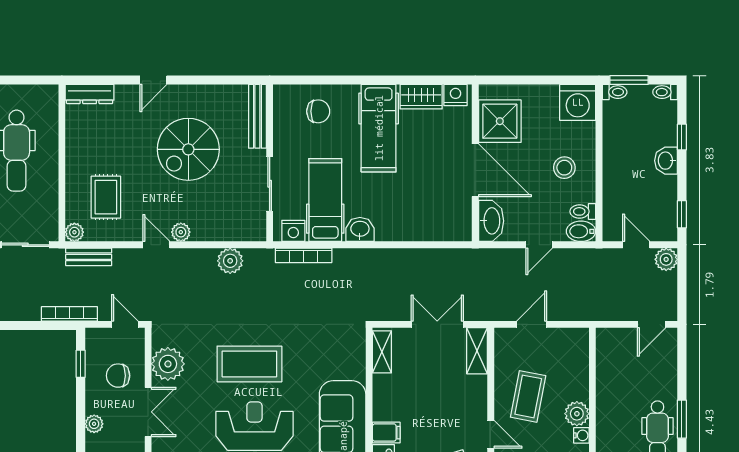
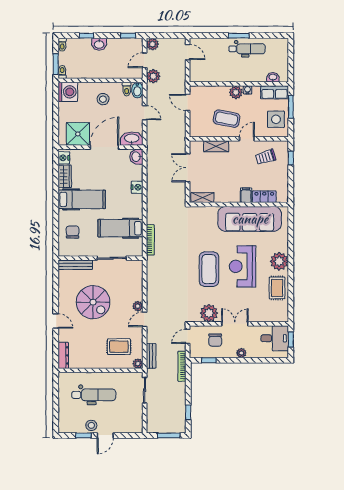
washbasin: (360, 229) -> (136, 157), moved
nightstand: (293, 231) -> (137, 187), moved
plant: (230, 261) -> (153, 76), moved
door: (532, 324) -> (188, 102), moved
shelving: (477, 351) -> (216, 146), moved

